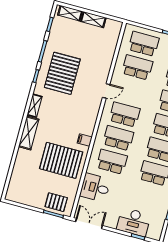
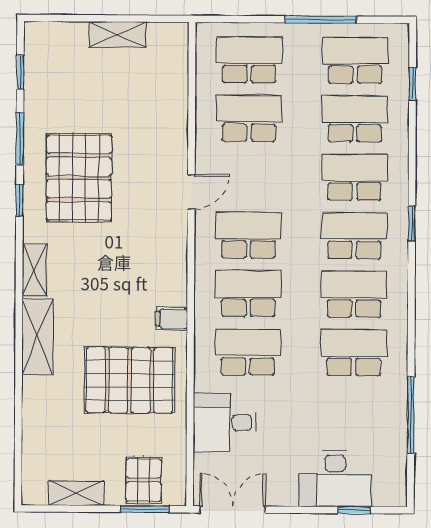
shelving: (70, 13) -> (76, 493), moved
pallet: (56, 202) -> (144, 480), turned 90

